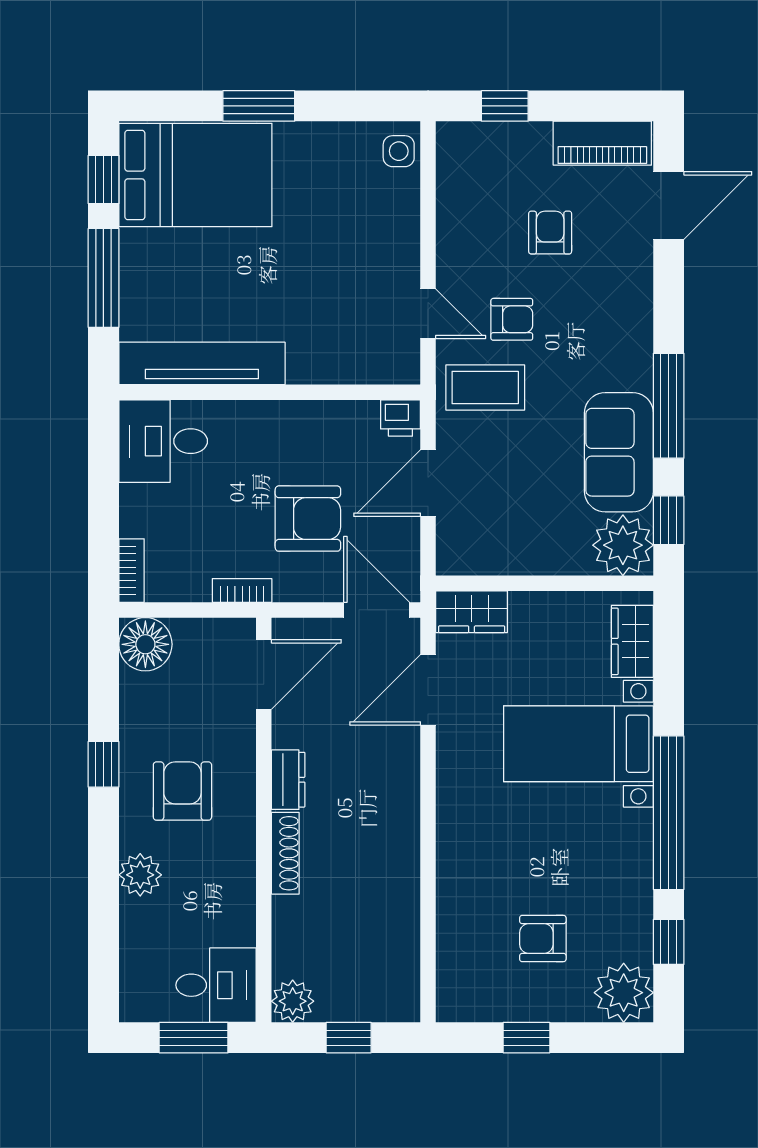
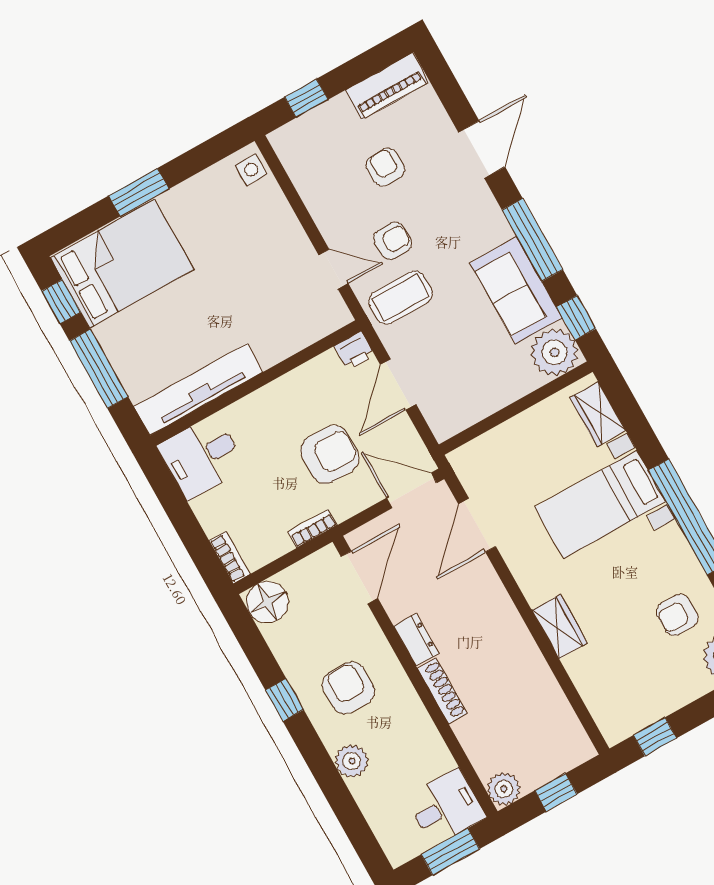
door: (669, 205) -> (482, 150), moved
wardrobe: (472, 612) -> (560, 627), moved, turned -90
armchair: (543, 938) -> (677, 615), moved
window: (527, 1038) -> (655, 737), moved

